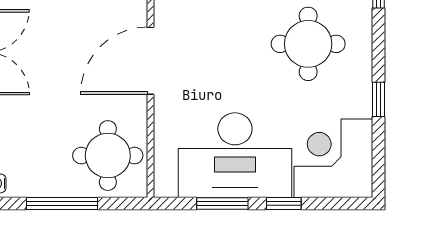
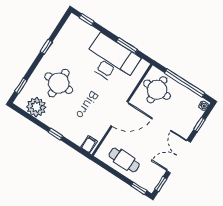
corner desk: (333, 158) -> (76, 36), removed
window: (62, 203) -> (185, 83), width x1.46
window: (284, 203) -> (87, 19), moved

